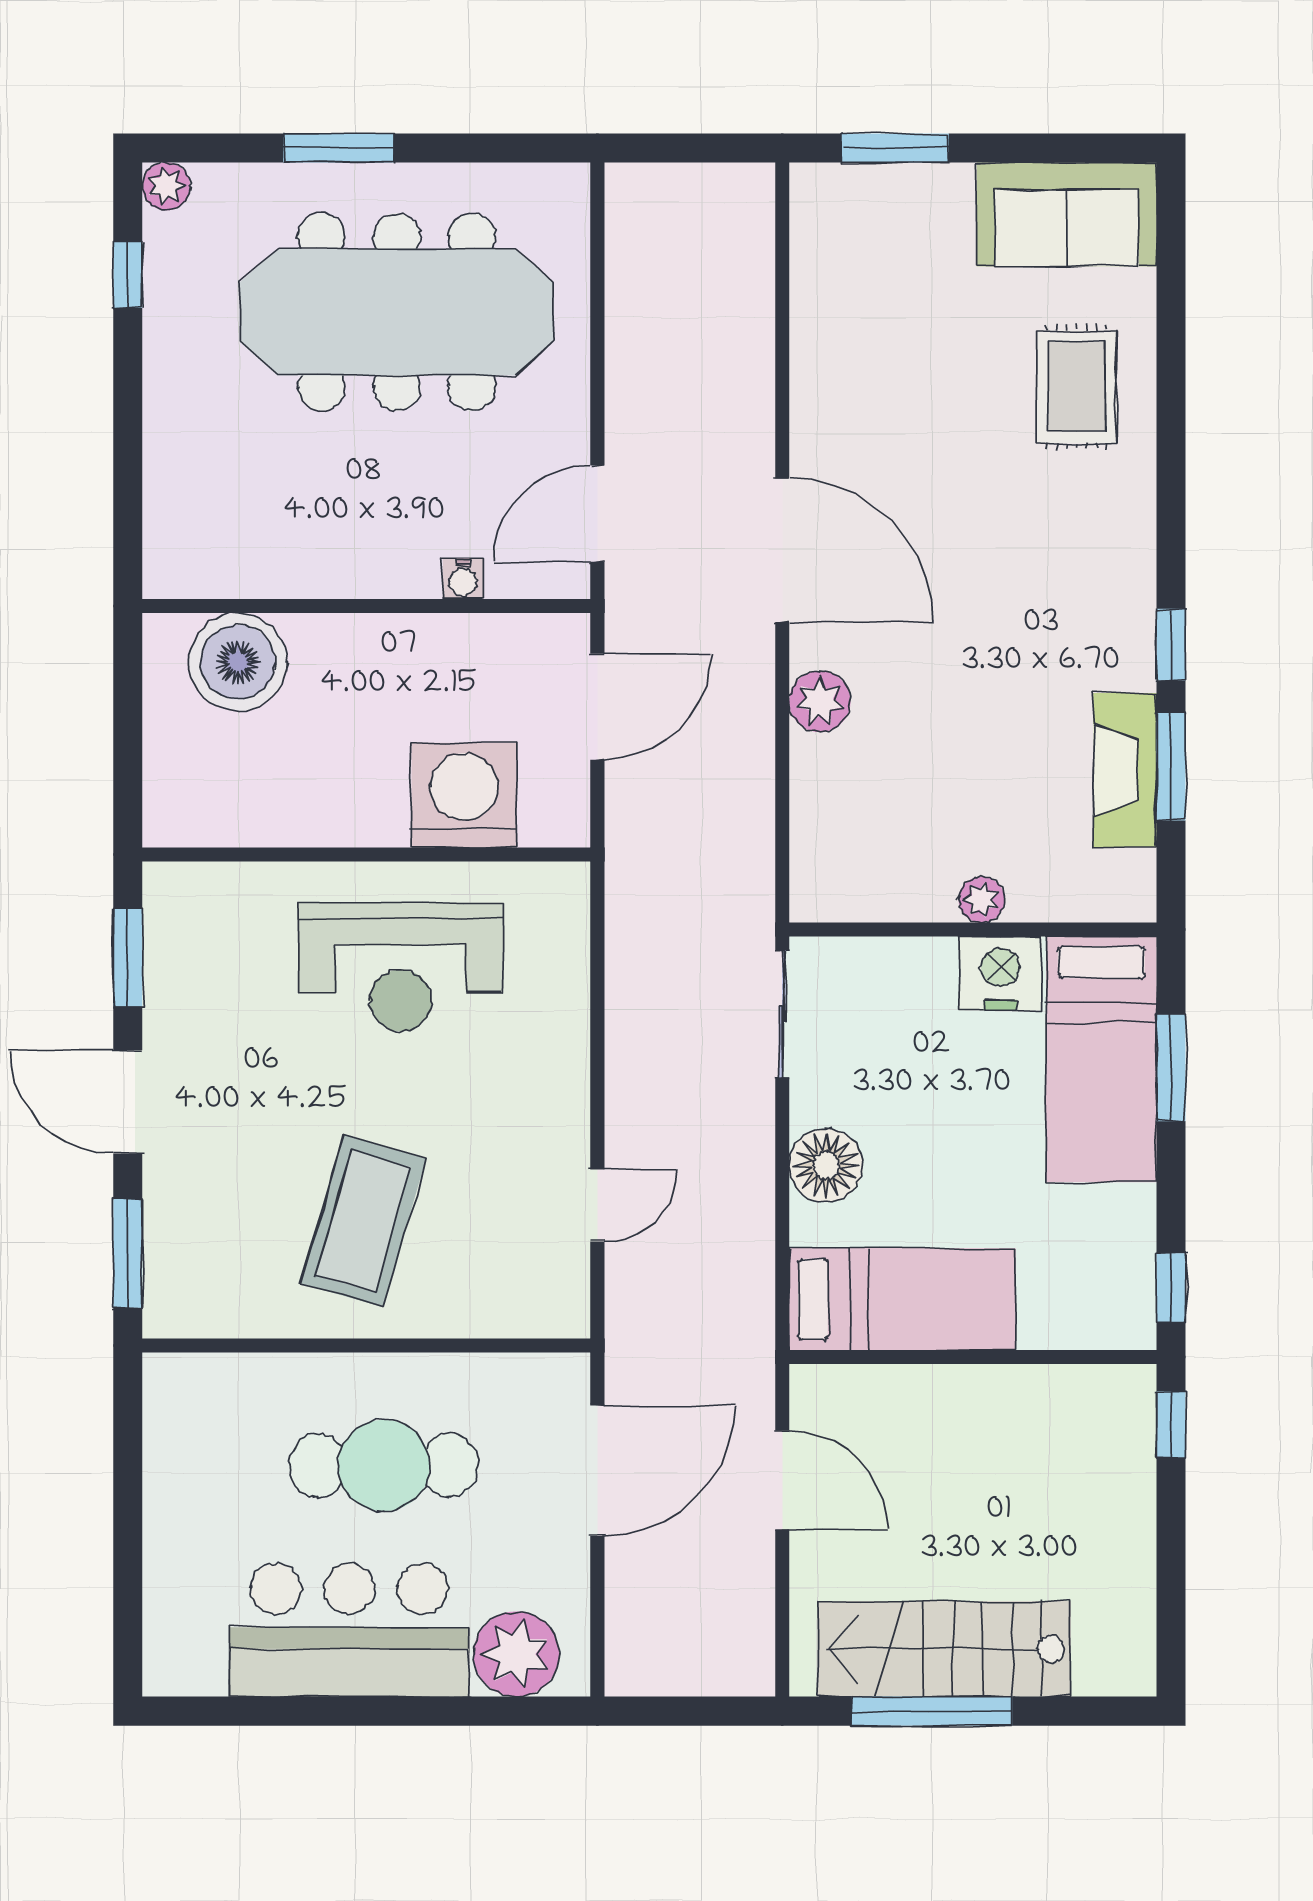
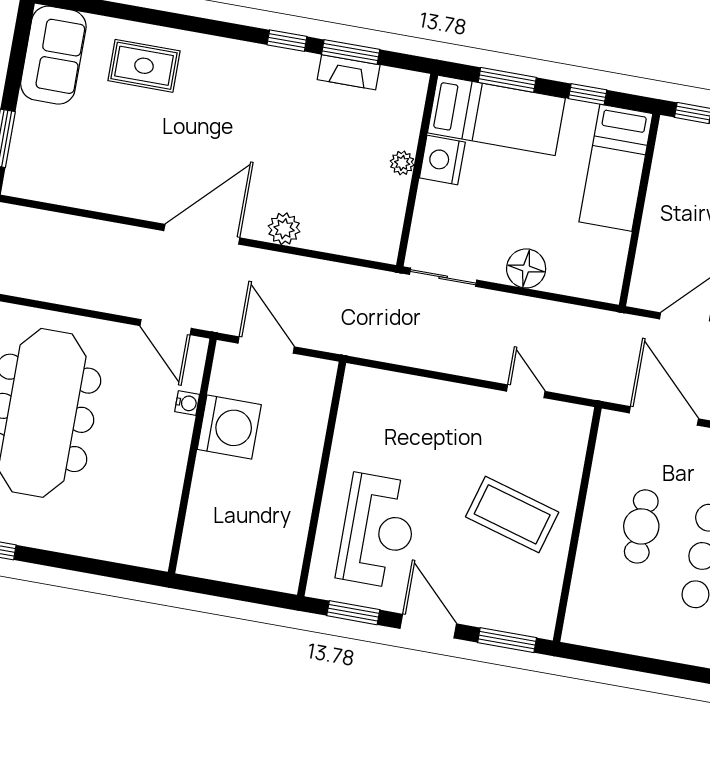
boiler: (238, 662) -> (210, 528), removed
fireplace: (1125, 770) -> (349, 72), width x0.73, depth x0.76
washing machine: (464, 795) -> (229, 427), moved, turned 180
reception desk: (401, 967) -> (378, 531), moved
door: (128, 1102) -> (428, 626), swing flipped
window: (1171, 1288) -> (588, 94), moved
bed: (902, 1299) -> (616, 168), moved, turned 180
cafe table: (384, 1465) -> (641, 526), width x0.73, depth x0.74

